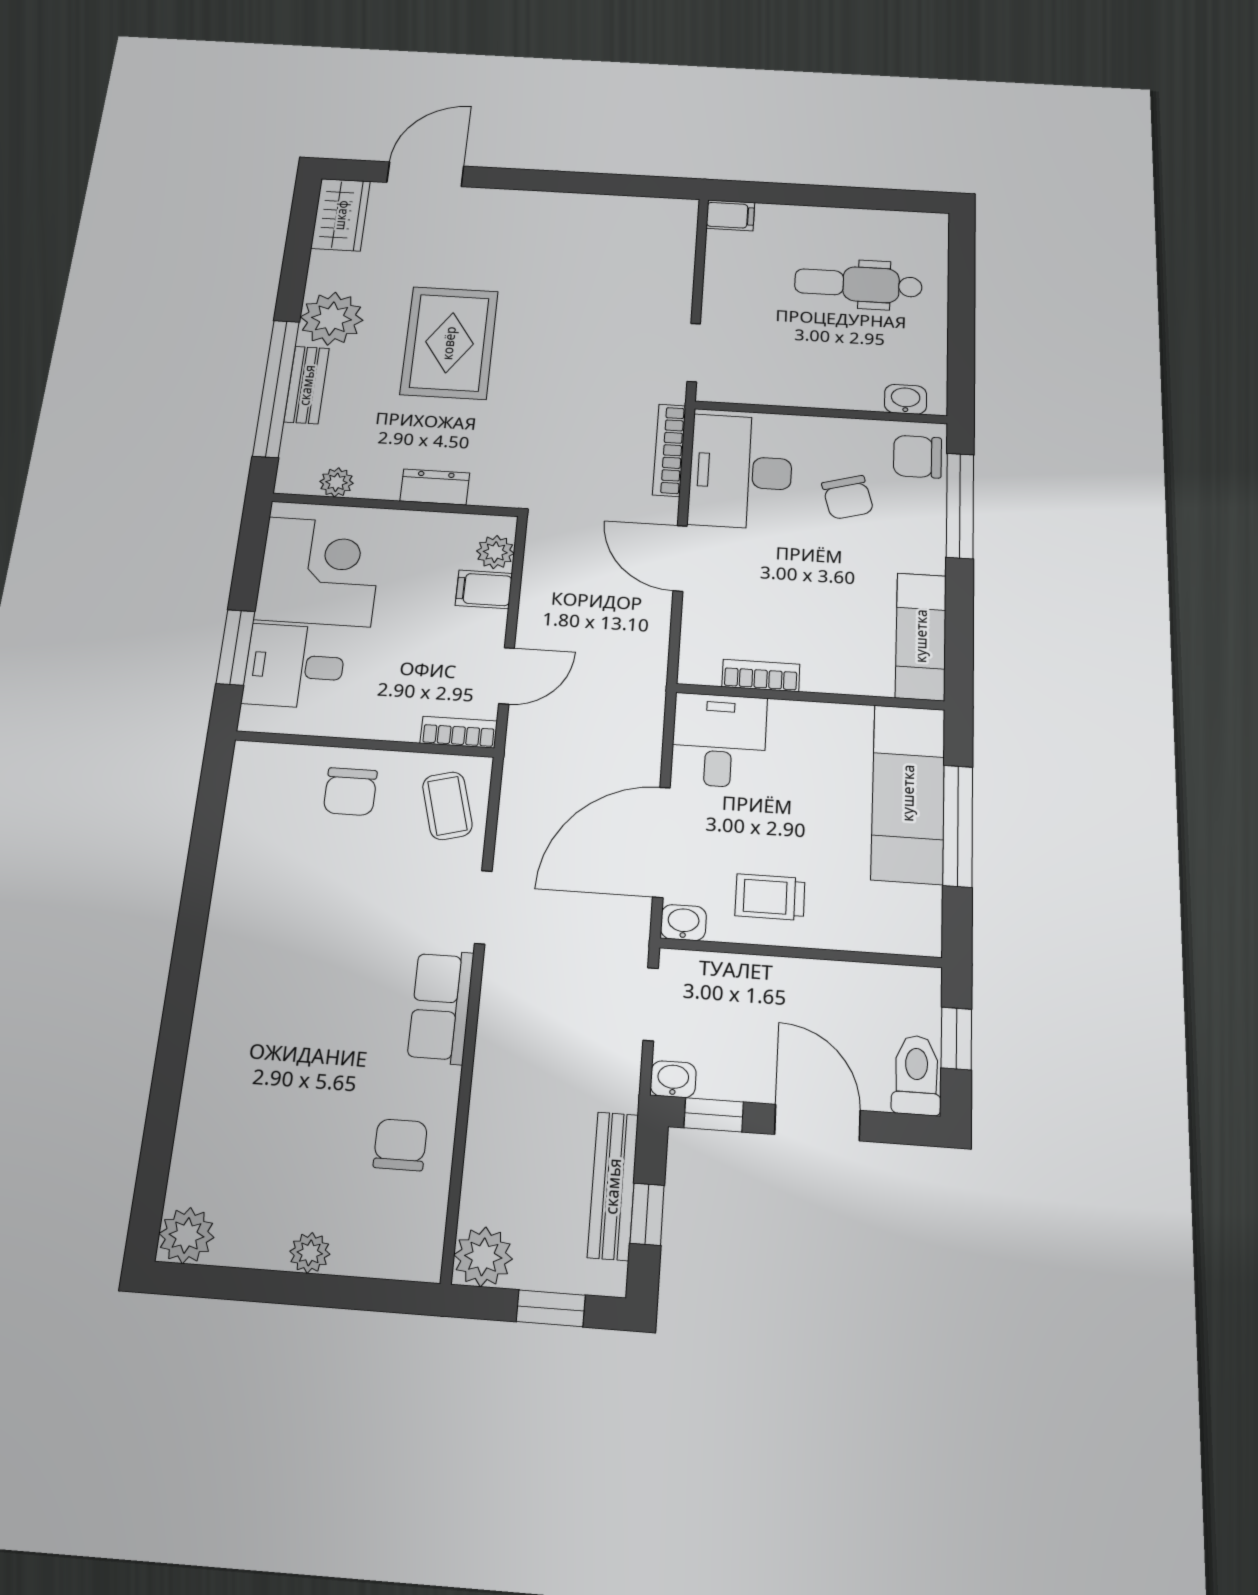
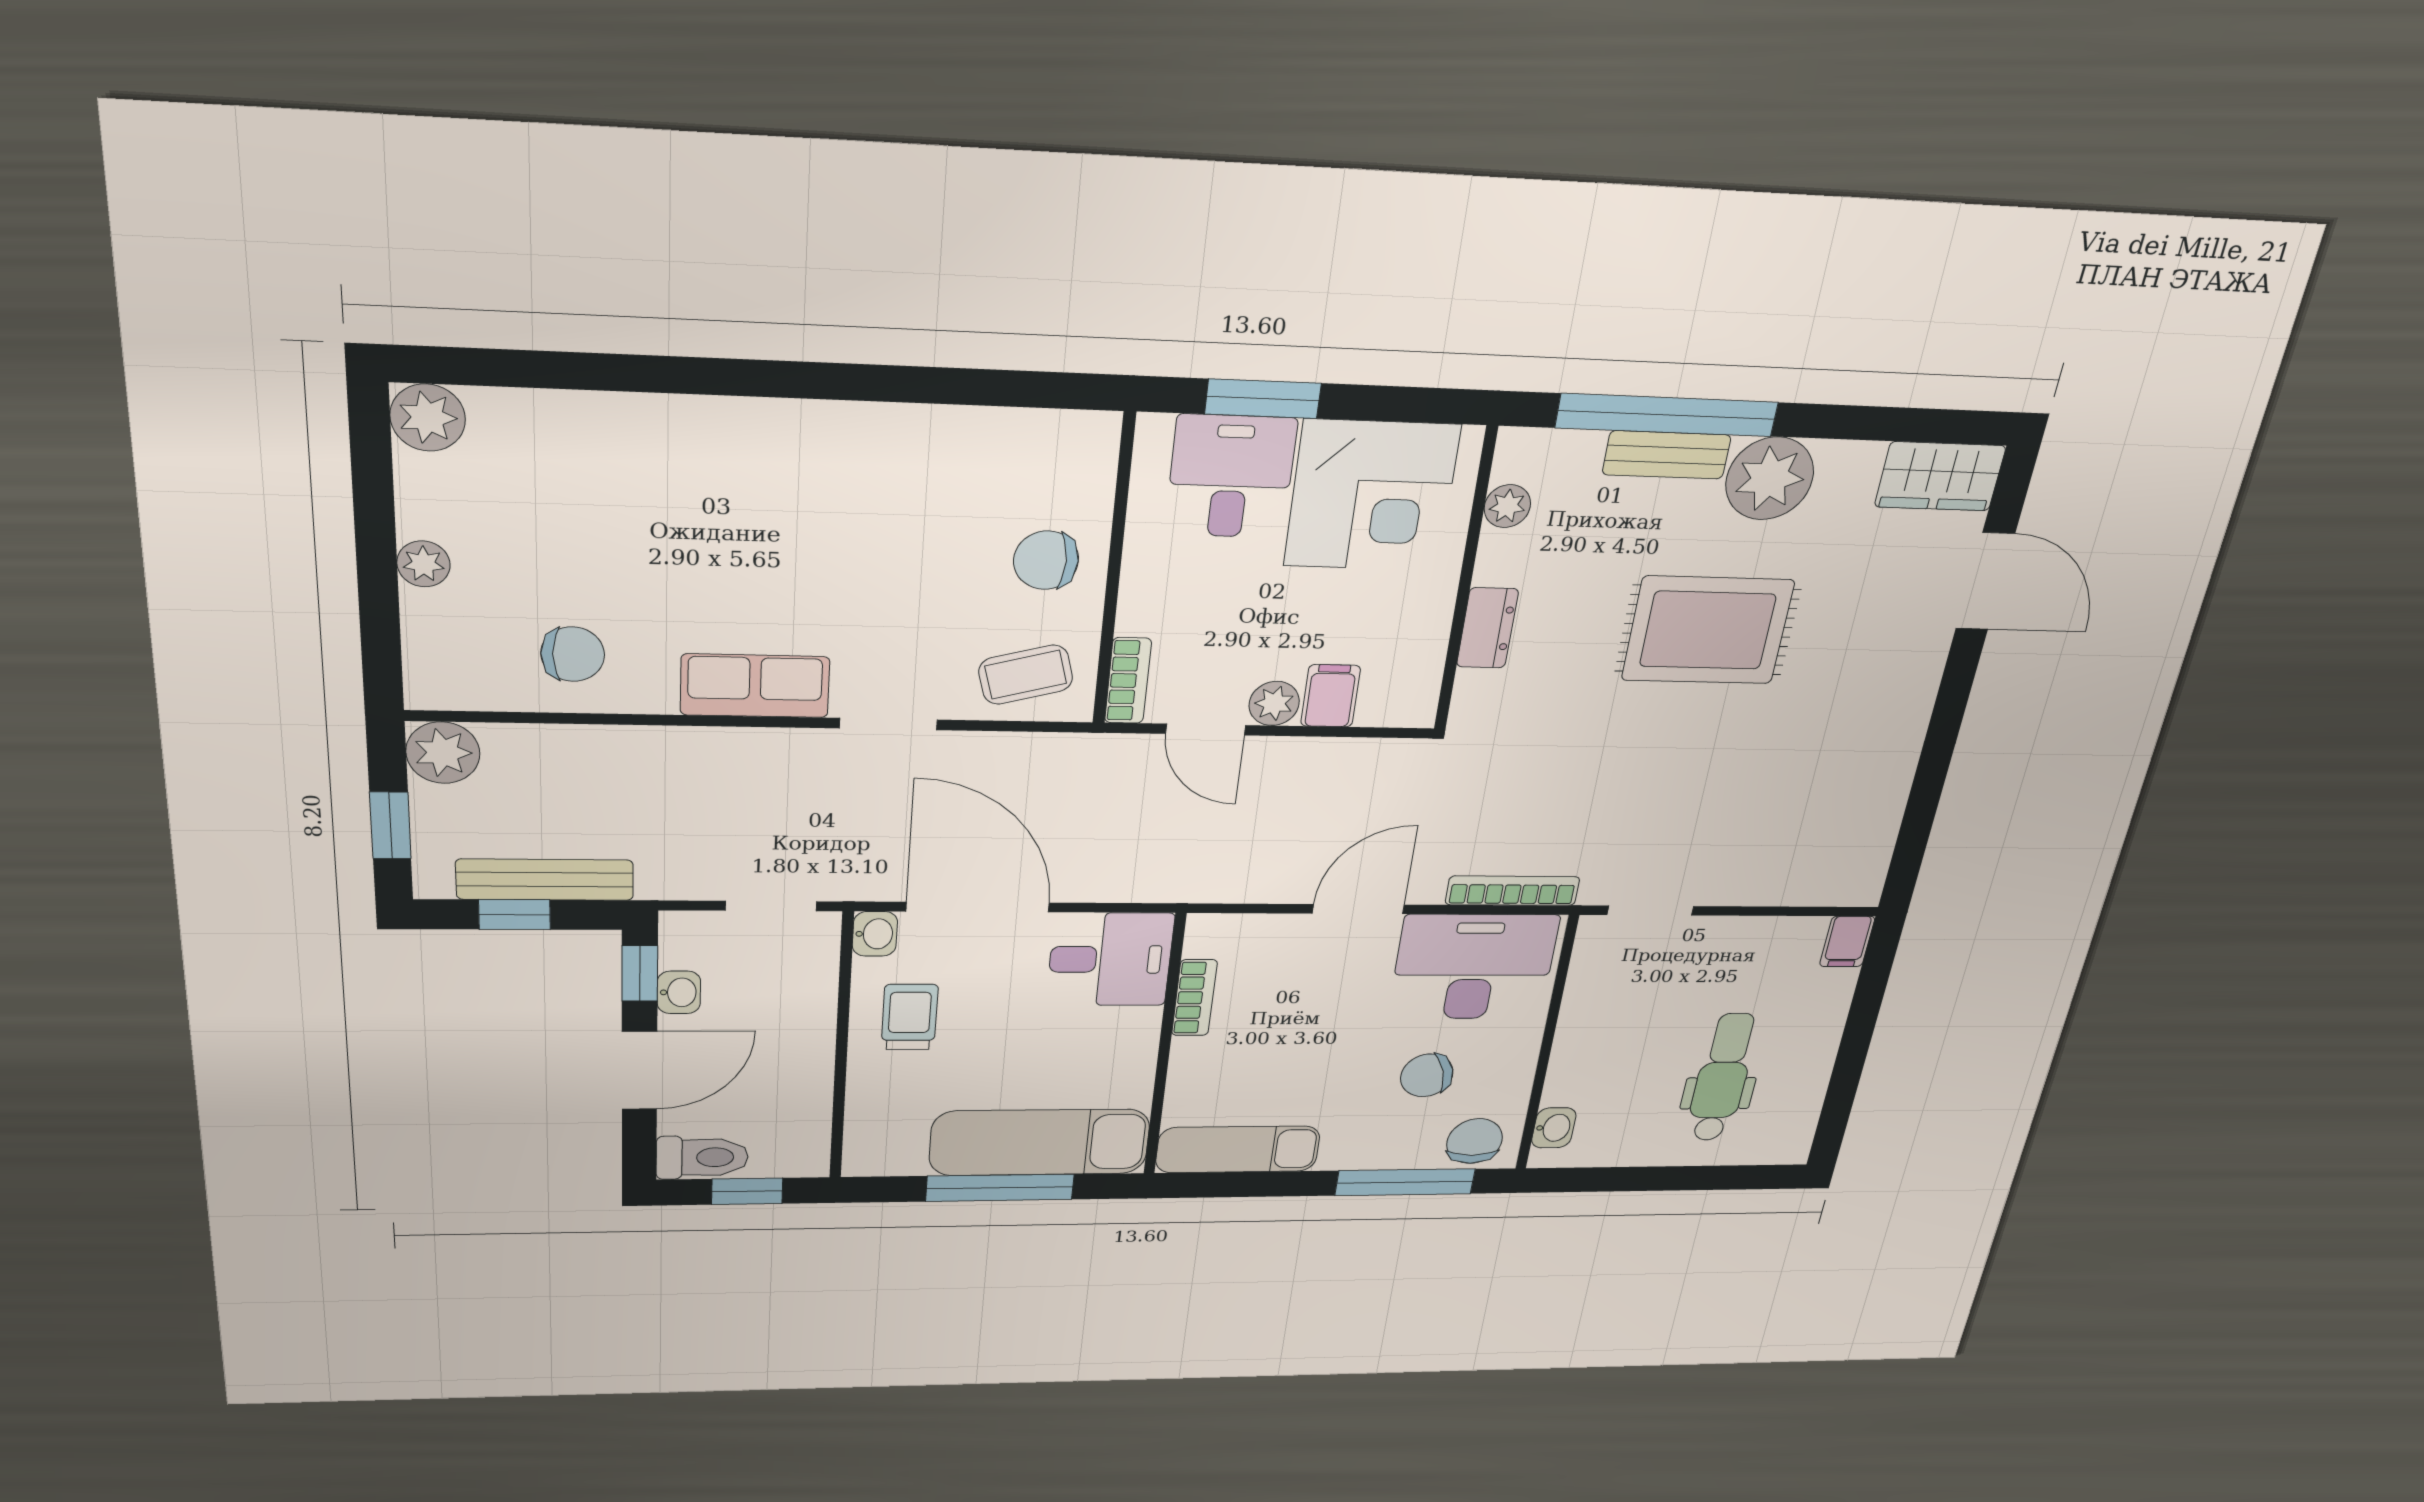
plant: (495, 552) -> (1274, 703), moved
washbasin: (673, 1079) -> (679, 992), moved

